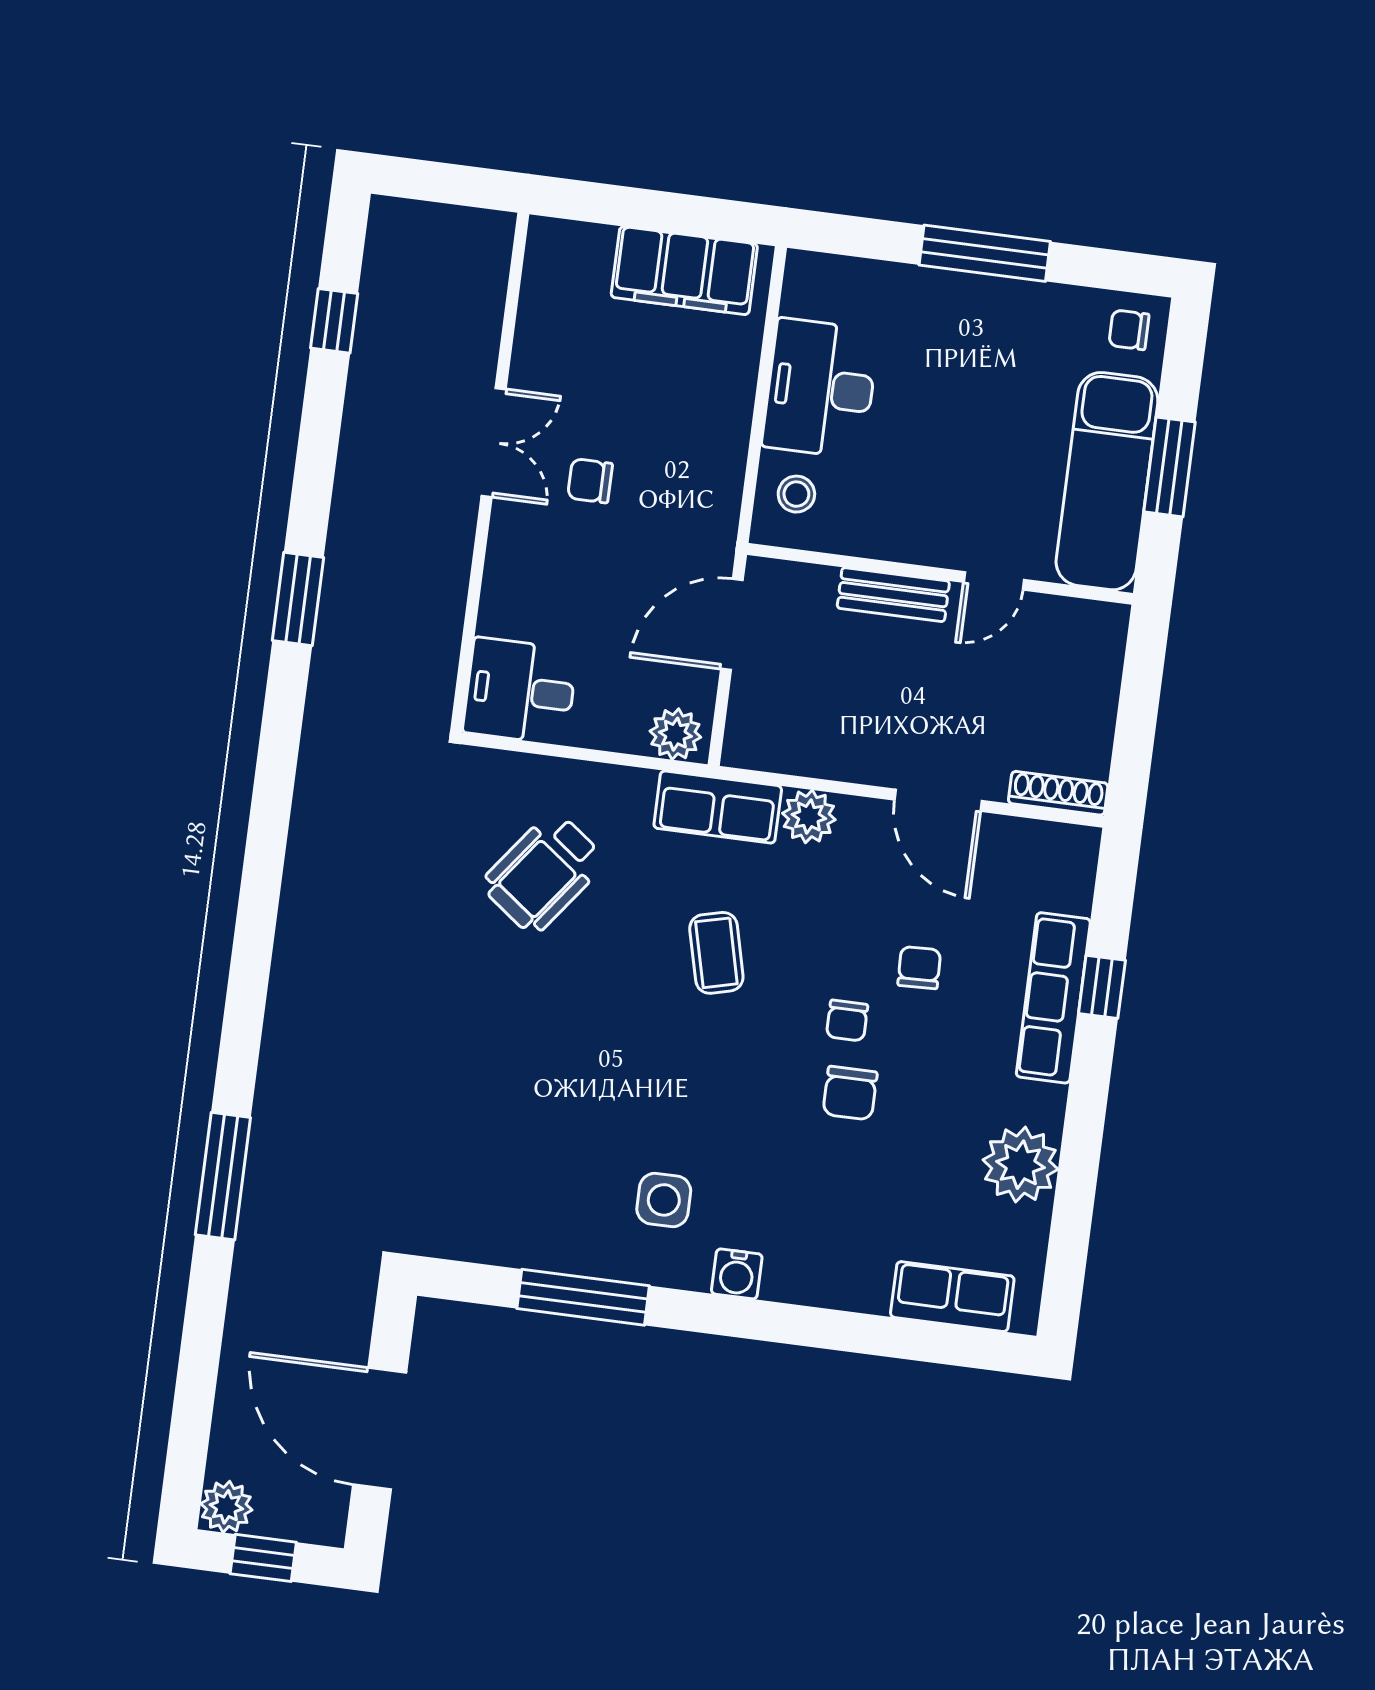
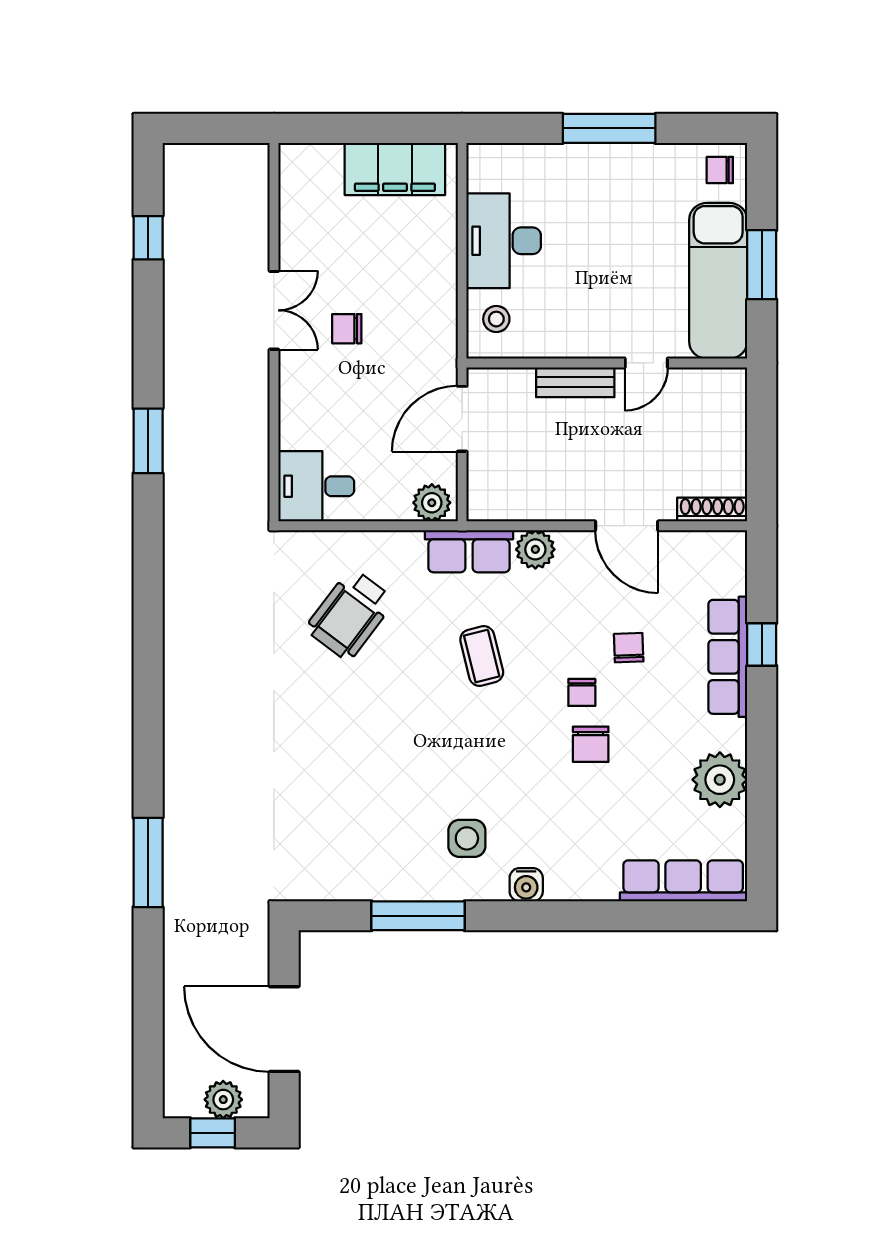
row of seats: (952, 1297) -> (683, 881), width x1.48
plant: (226, 1507) -> (223, 1100), moved

